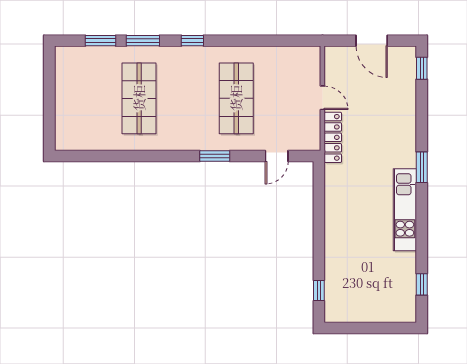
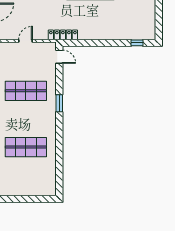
locker: (333, 137) -> (63, 35), moved
door: (277, 156) -> (59, 57), moved

